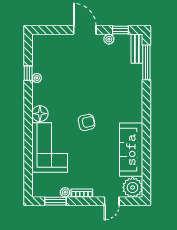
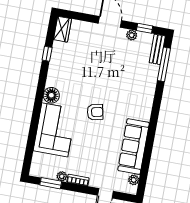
wardrobe: (39, 46) -> (62, 29), added
plant: (37, 78) -> (55, 60), removed
plant: (133, 187) -> (134, 180), width x0.53, depth x0.53

